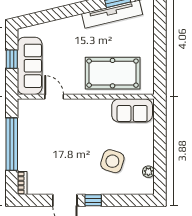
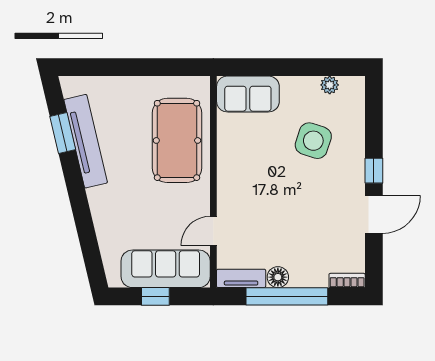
sofa: (132, 110) -> (248, 94), moved, turned 90
tv unit: (23, 115) -> (241, 278), added
floor lamp: (24, 138) -> (278, 277), added

